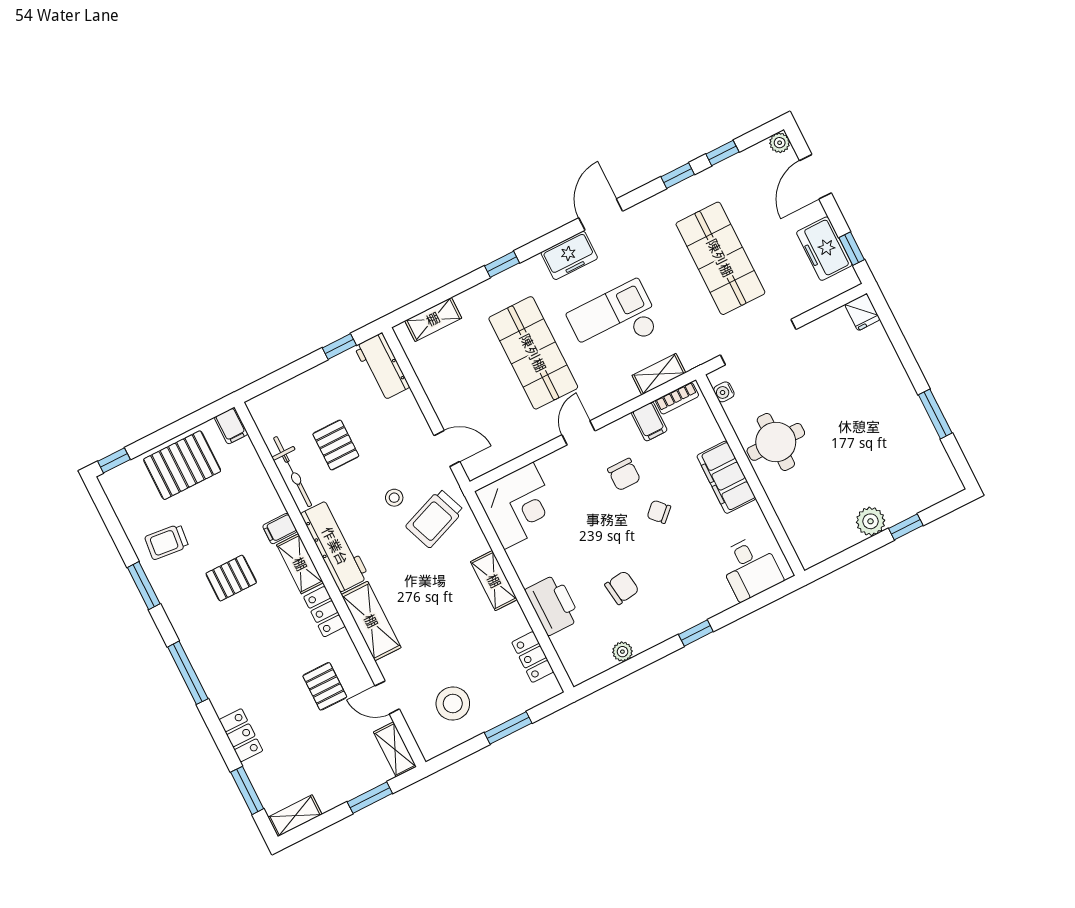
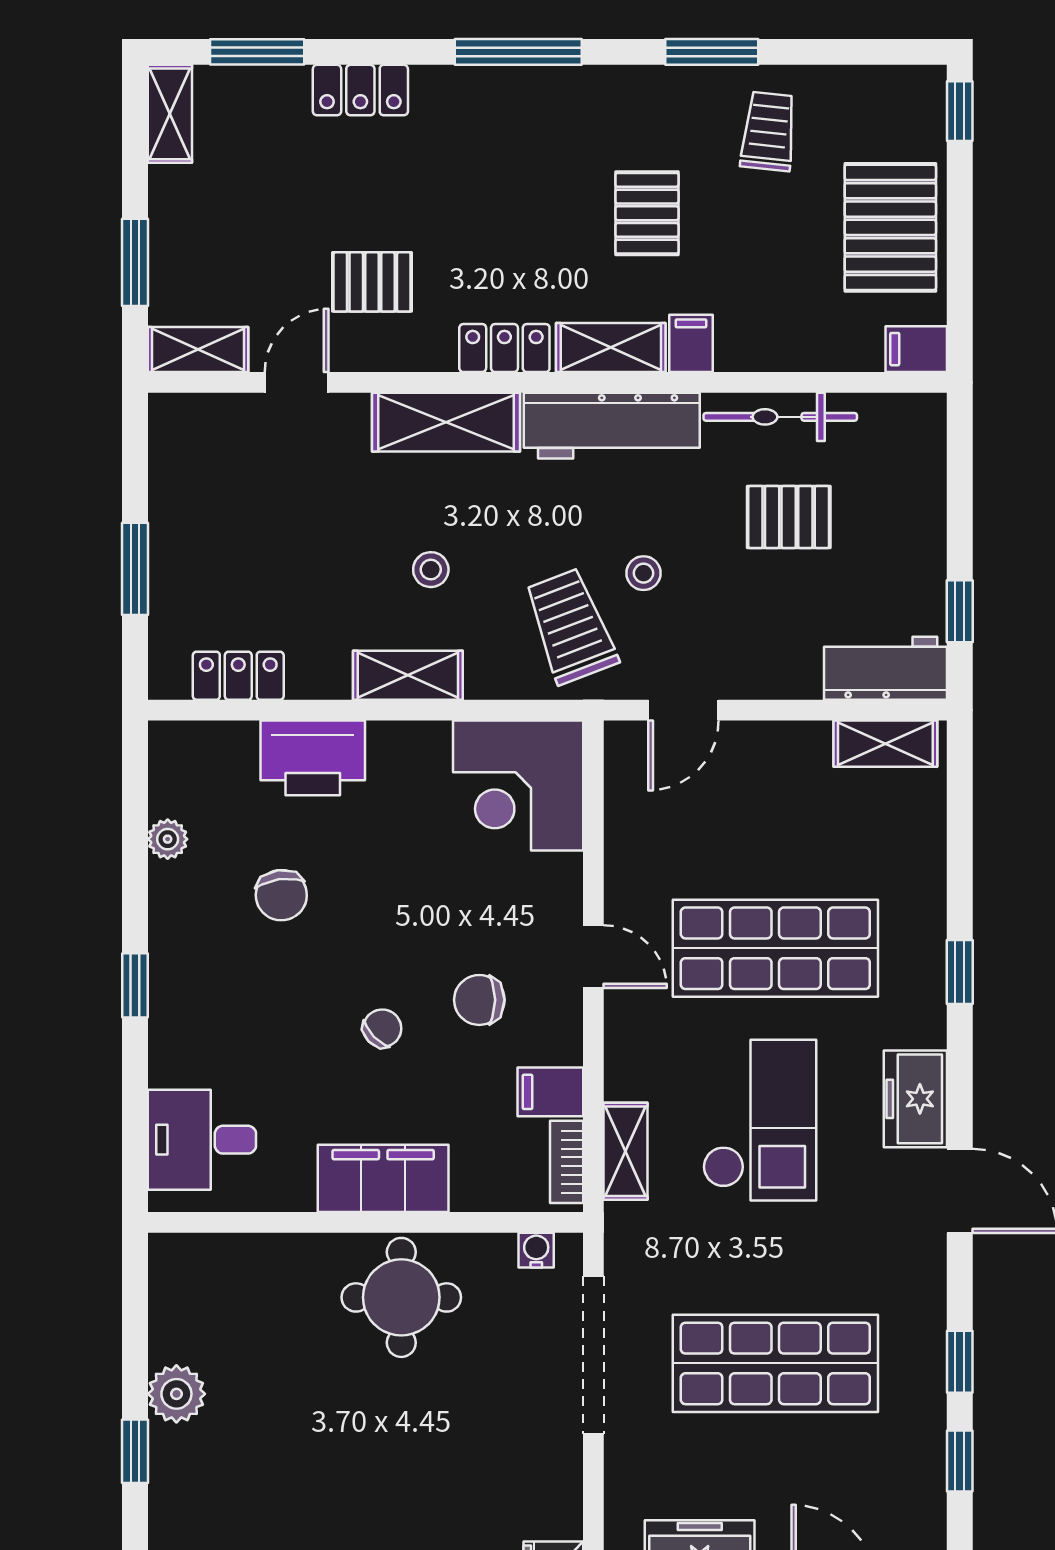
shelving: (433, 319) -> (885, 744), moved, turned 90
stool: (453, 703) -> (431, 570), moved, width x0.53, depth x0.53

